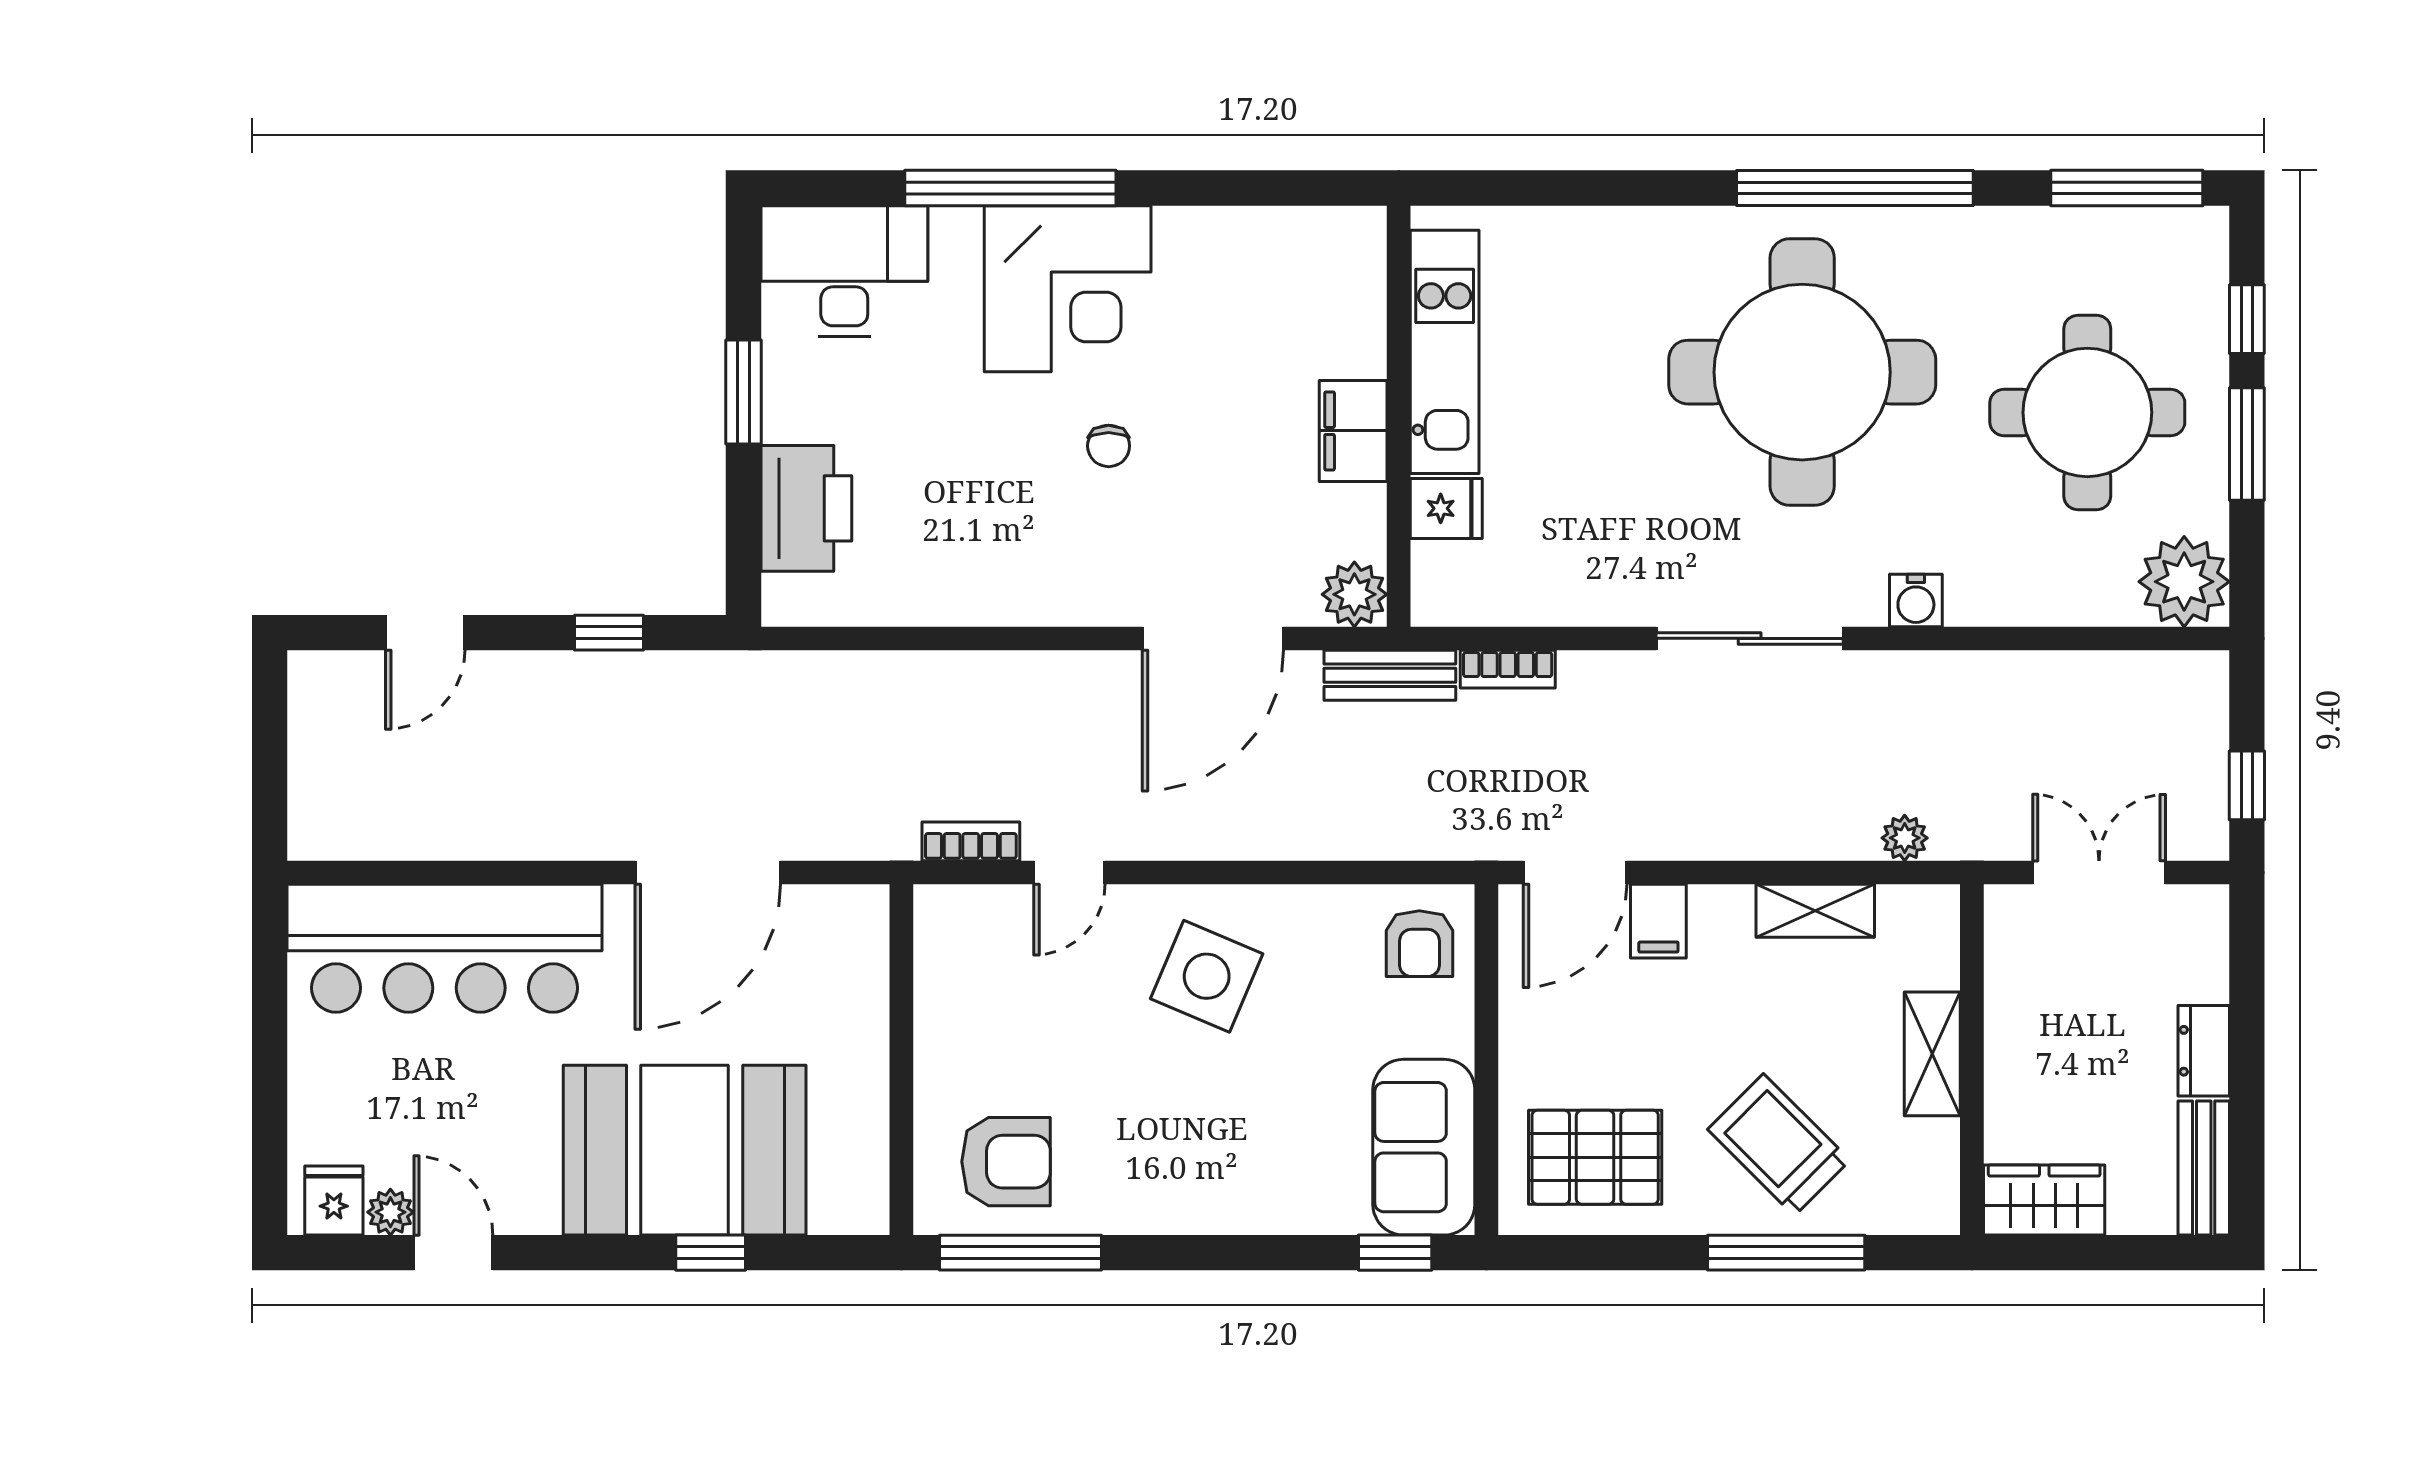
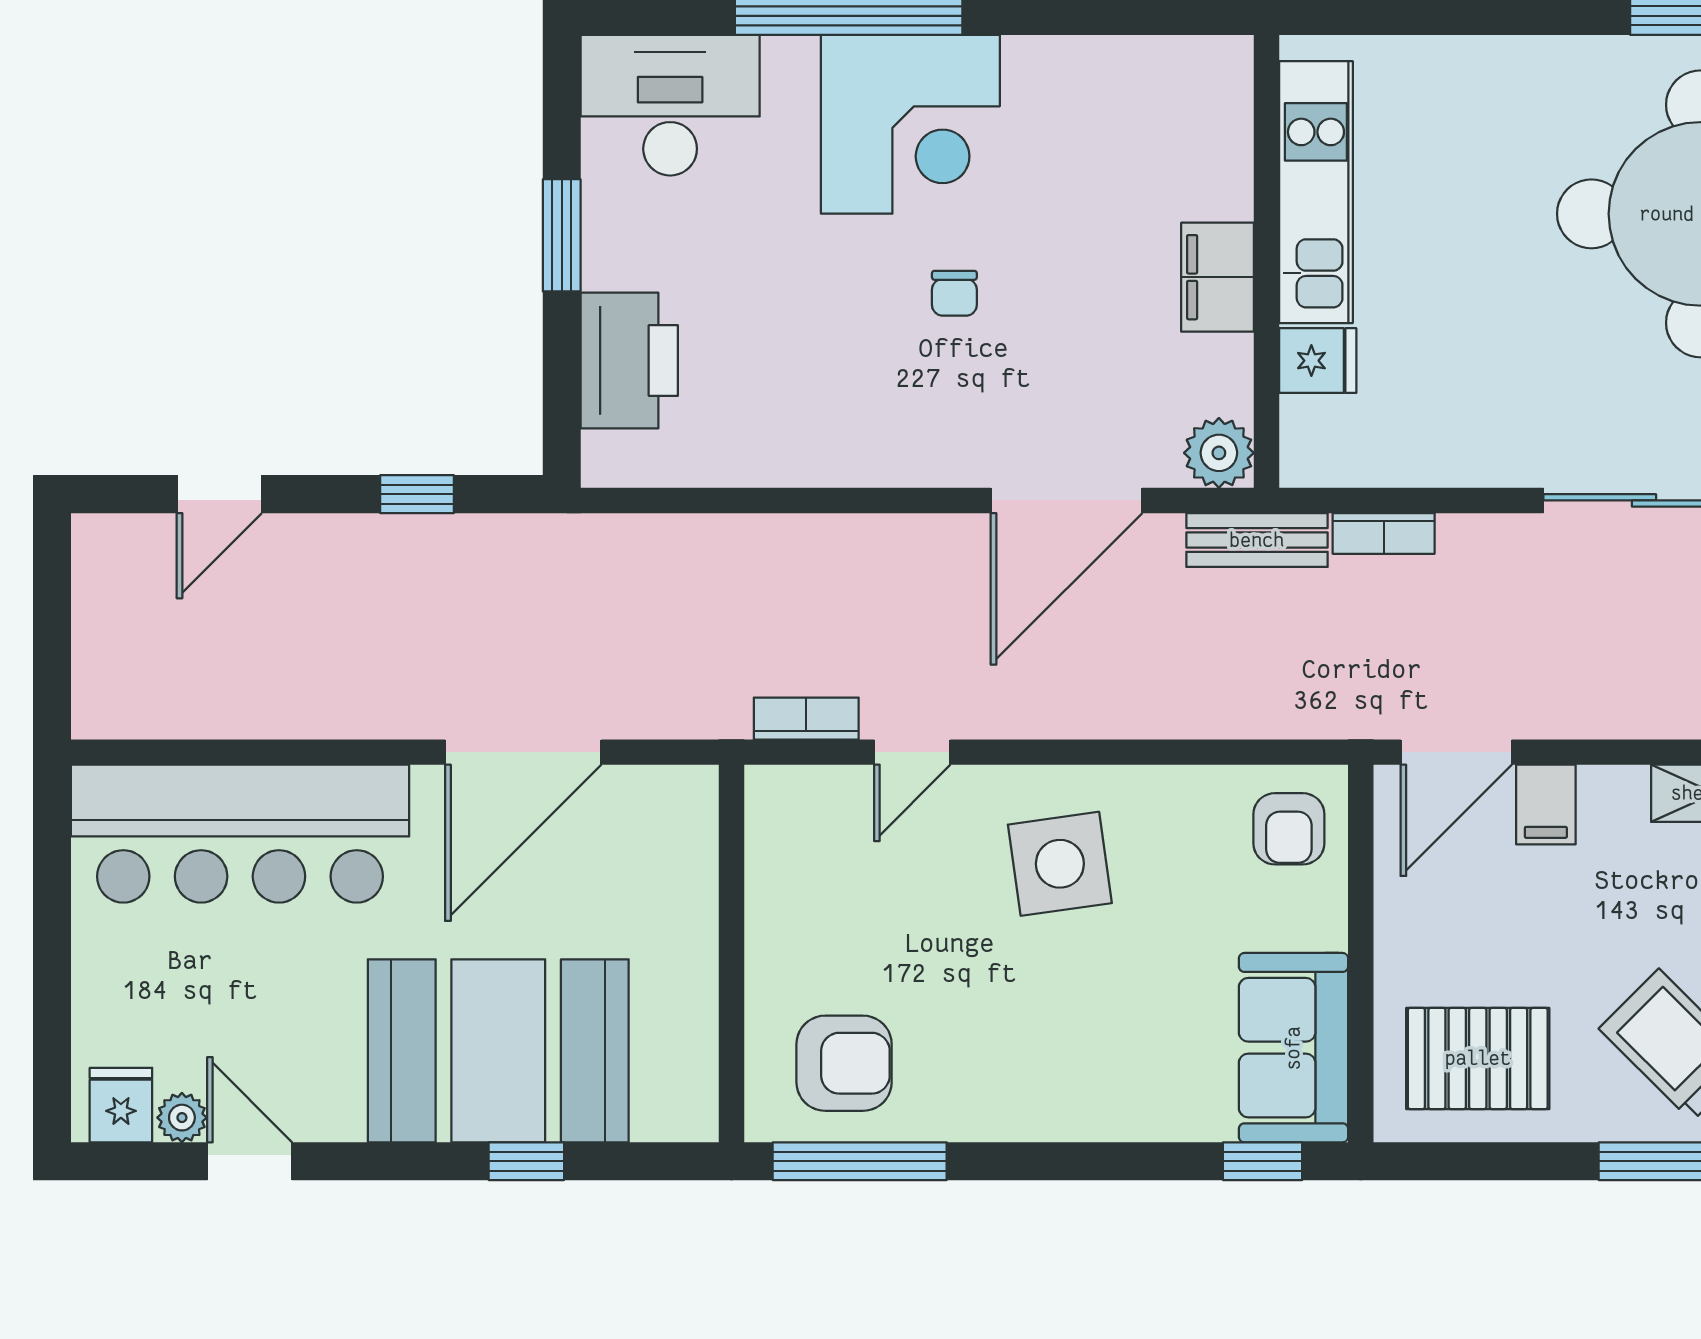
side table: (1207, 976) -> (1060, 864), turned -31

